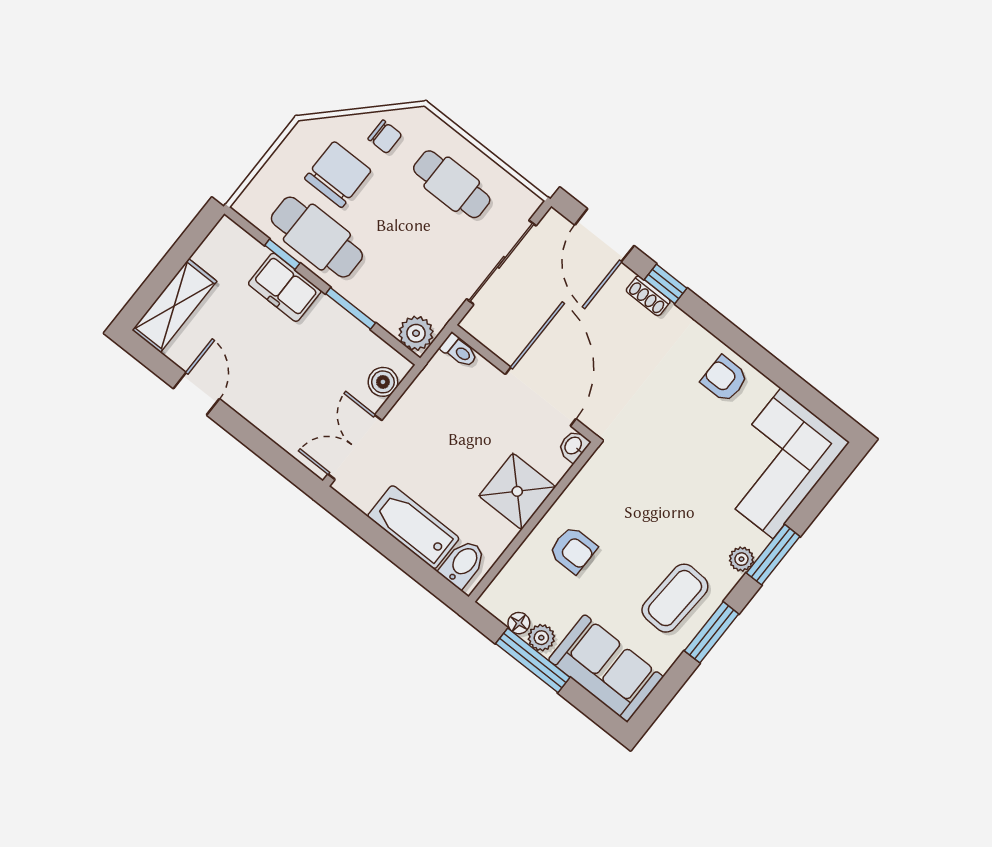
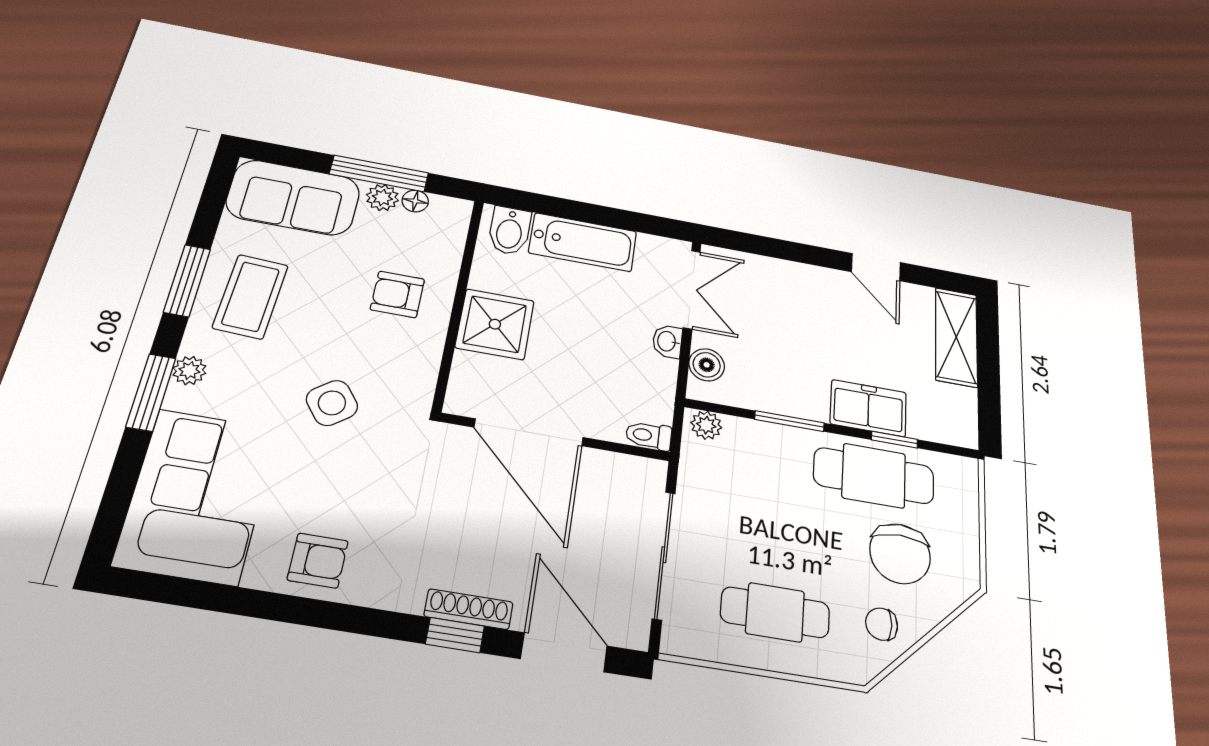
shoe rack: (648, 296) -> (469, 609), width x1.43
plant: (416, 333) -> (706, 425), width x0.73, depth x0.73
washbasin: (574, 446) -> (667, 341), moved, turned 180
side table: (661, 487) -> (332, 403), added

